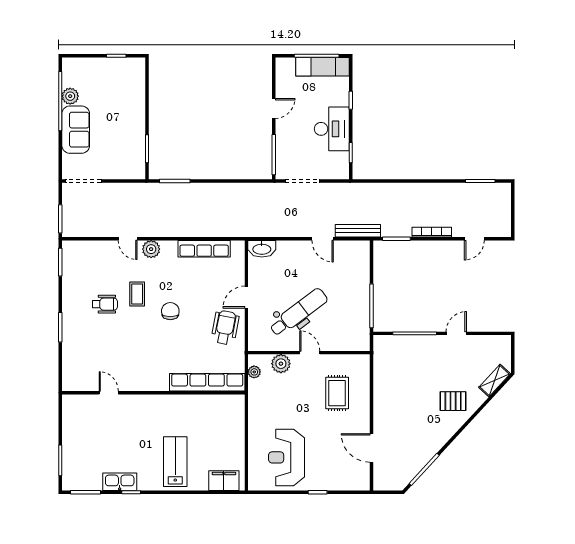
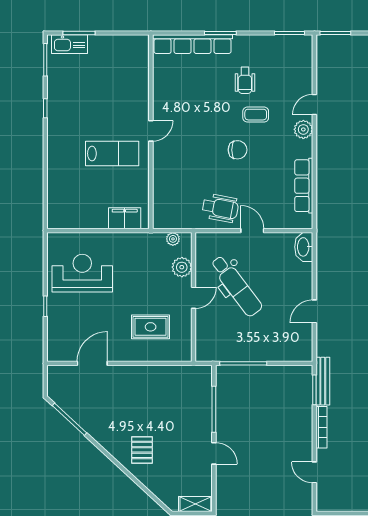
bench: (358, 231) -> (323, 381), moved
shelving: (494, 380) -> (195, 504), moved, turned -43
row of seats: (207, 382) -> (193, 44), moved, turned 90
door: (109, 393) -> (151, 131), moved
lab bench: (175, 462) -> (112, 153), moved
filing cabinet: (224, 481) -> (125, 218), moved, turned -90
kitchen sink: (120, 482) -> (70, 44), moved, turned 90

